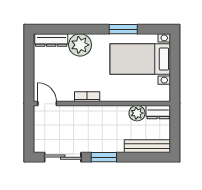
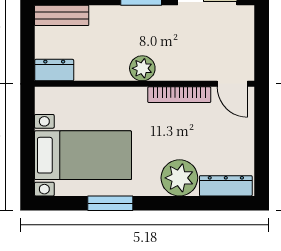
bookcase: (87, 97) -> (179, 95), width x1.56
plant: (137, 113) -> (142, 68), moved
bench: (147, 146) -> (62, 15), width x0.73

